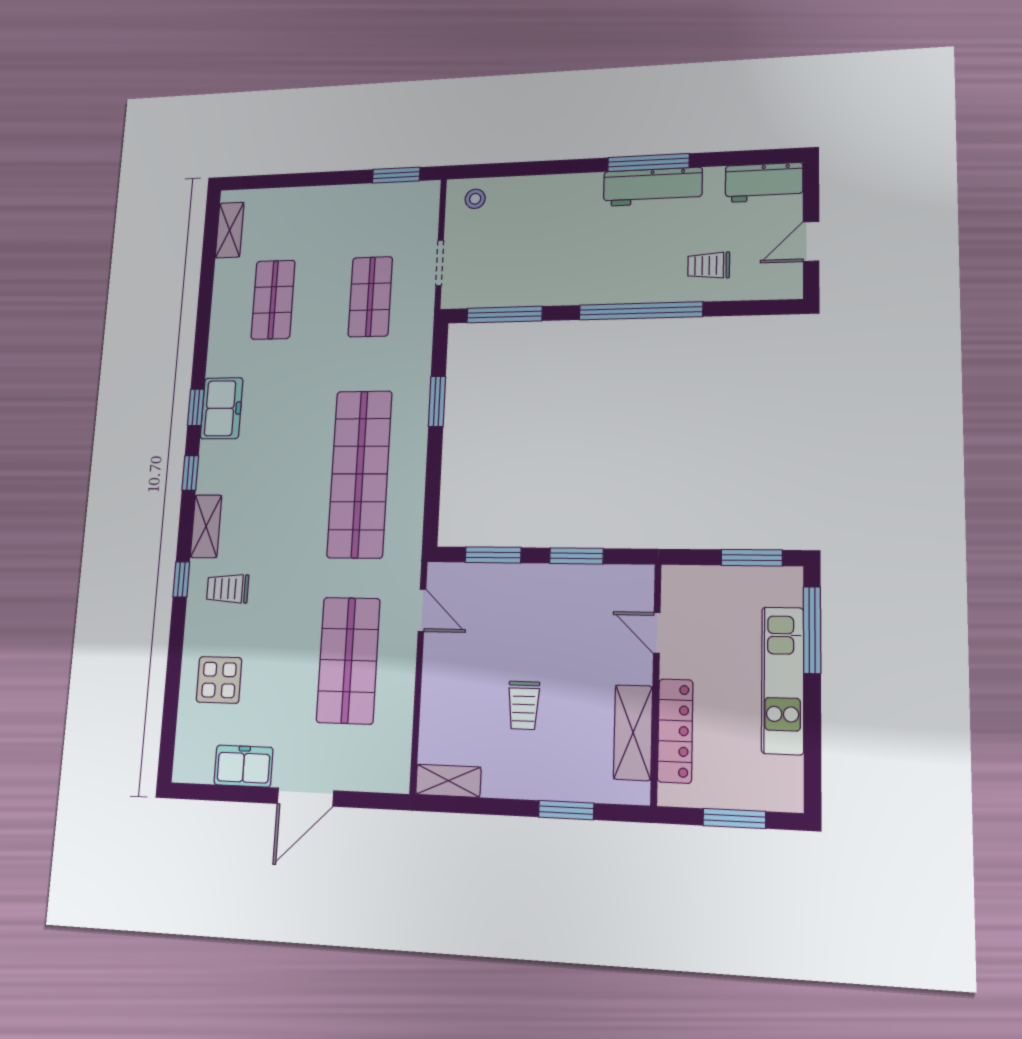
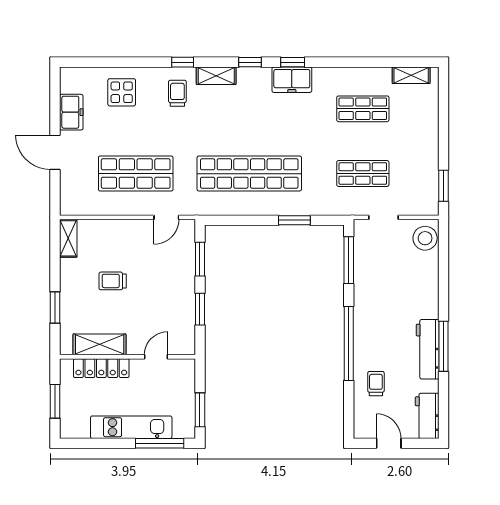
stool: (475, 199) -> (425, 238), width x1.89, depth x1.89

